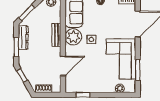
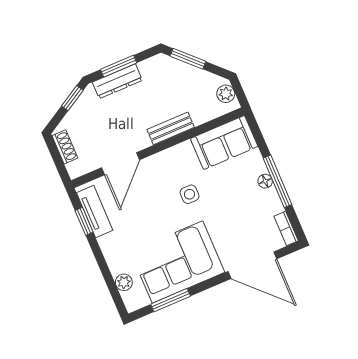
plant: (73, 37) -> (180, 160), removed
dresser: (23, 38) -> (117, 81), moved
door: (63, 66) -> (120, 164), hinge flipped
tv unit: (80, 88) -> (95, 212), added

